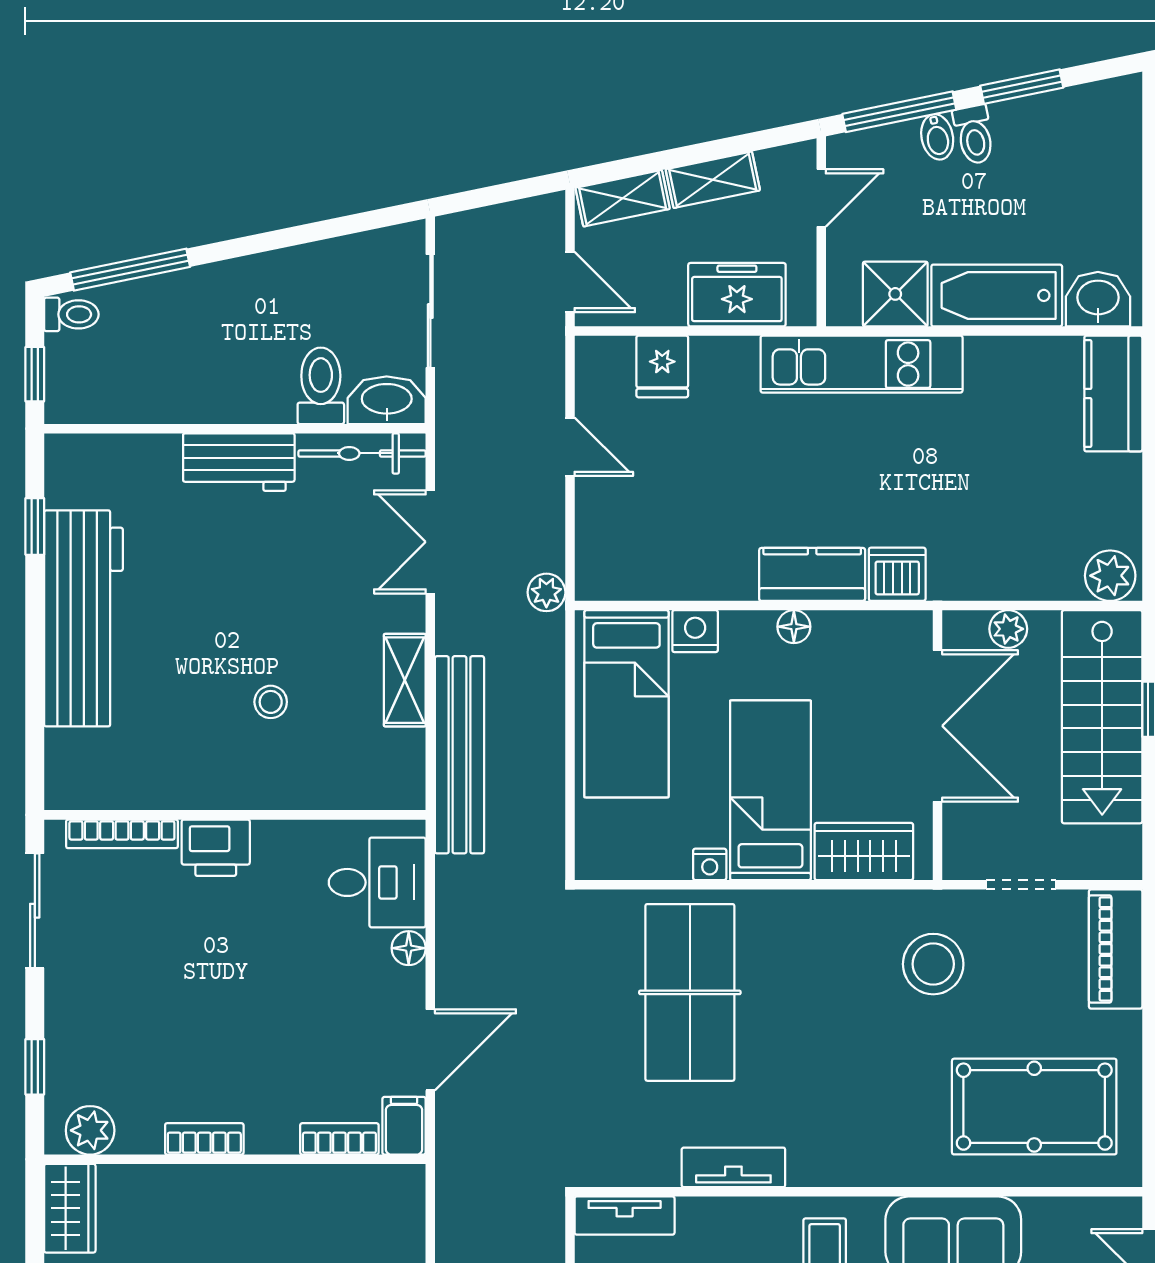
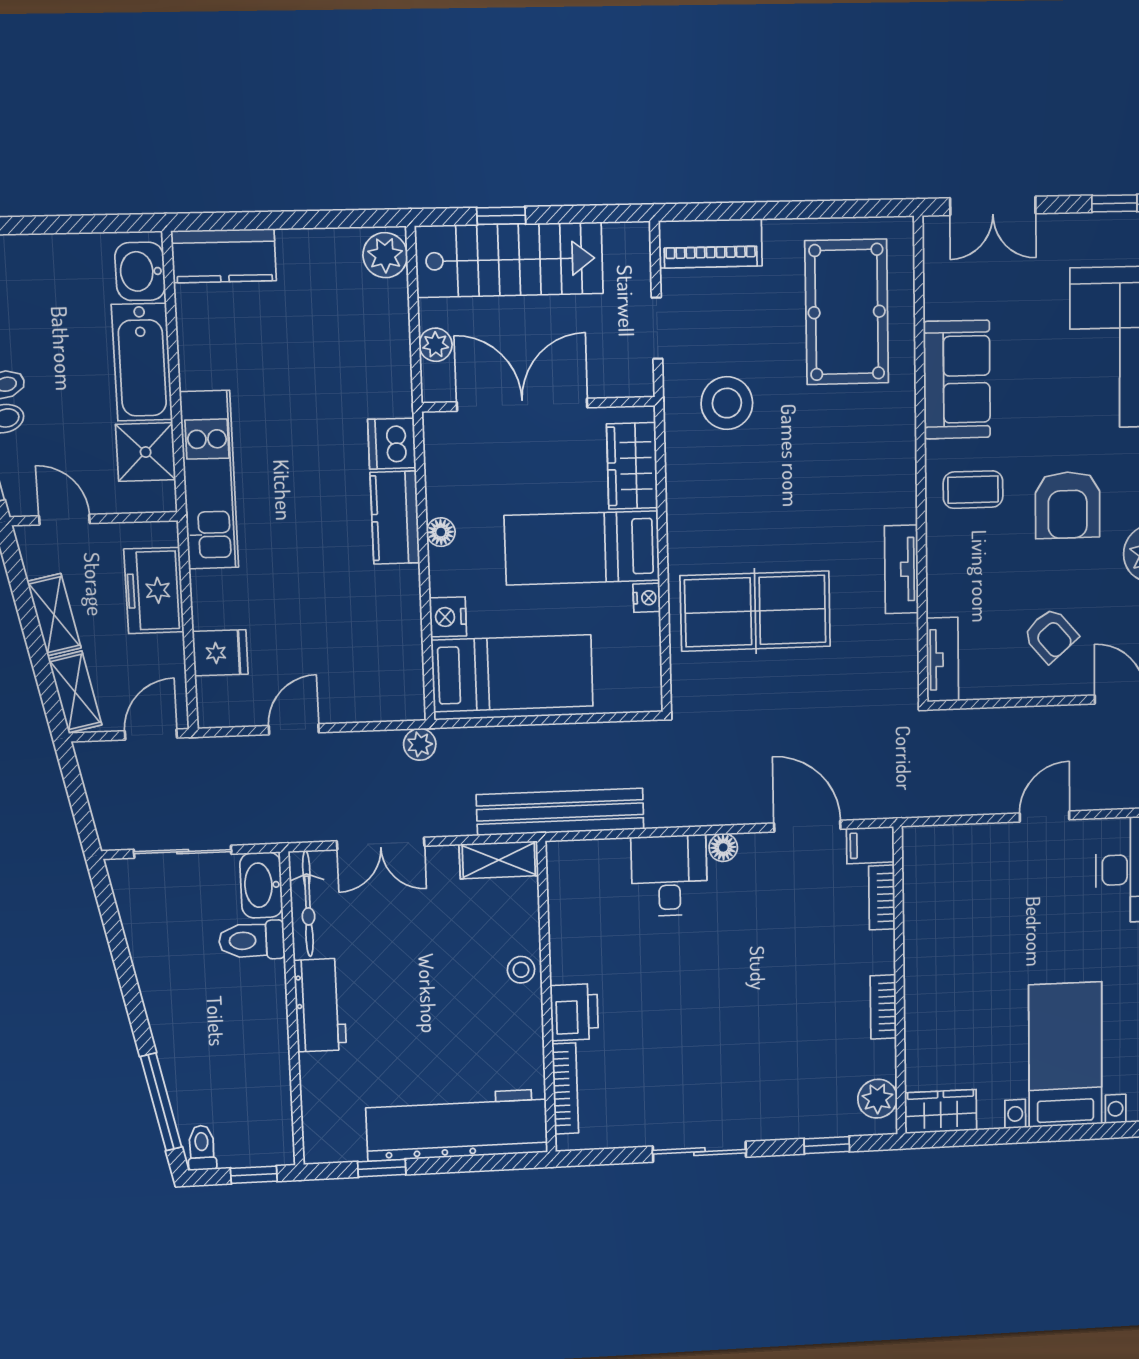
wall: (235, 815) -> (546, 998), moved
bookcase: (122, 834) -> (565, 1089), moved
printer: (216, 848) -> (574, 1012), moved

